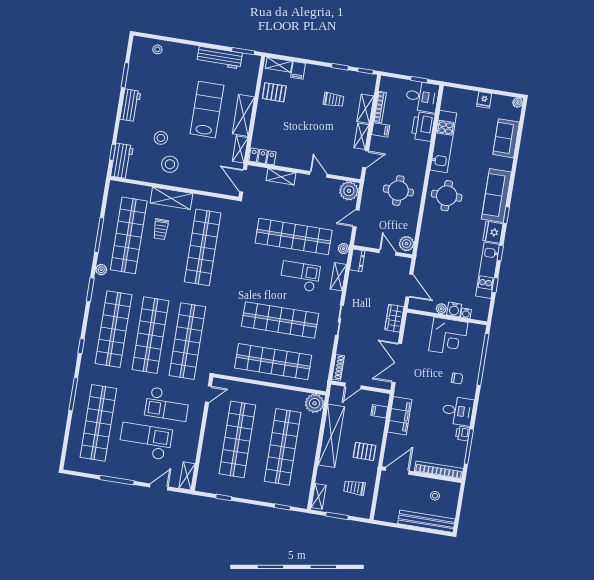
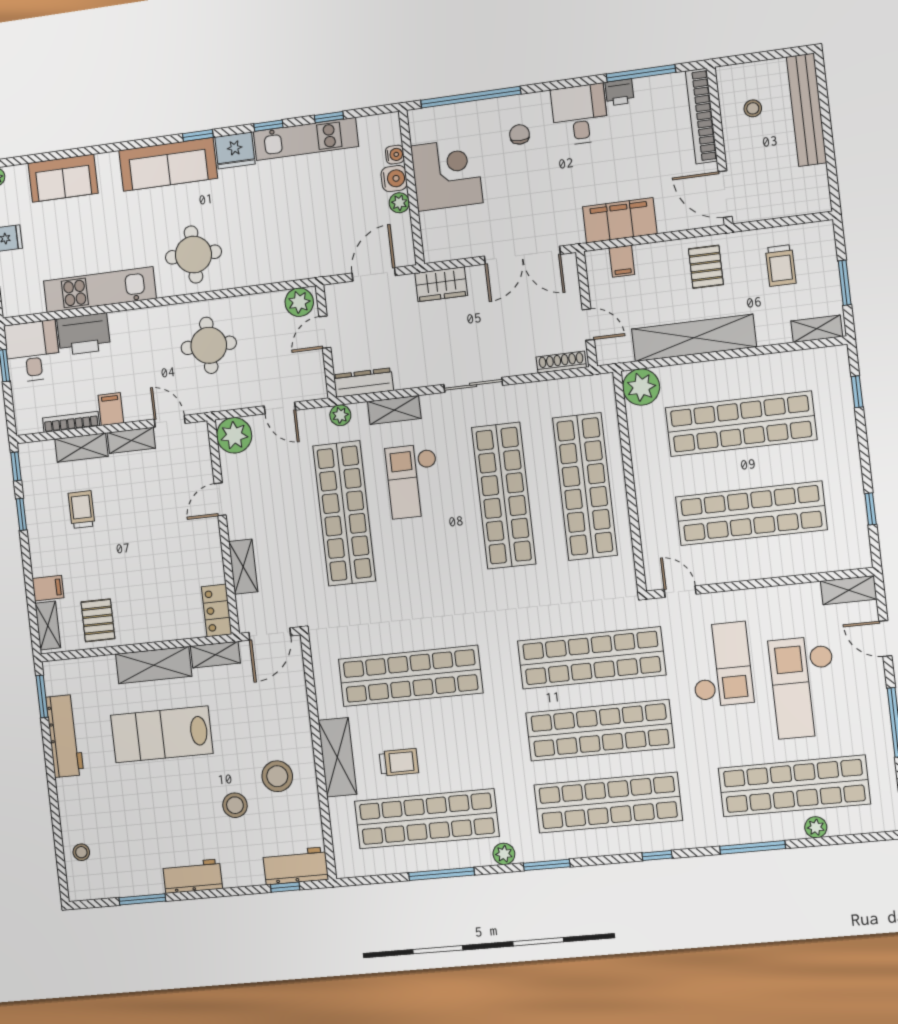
dresser: (357, 260) -> (363, 383), width x1.44
plant: (75, 428) -> (816, 827), added

